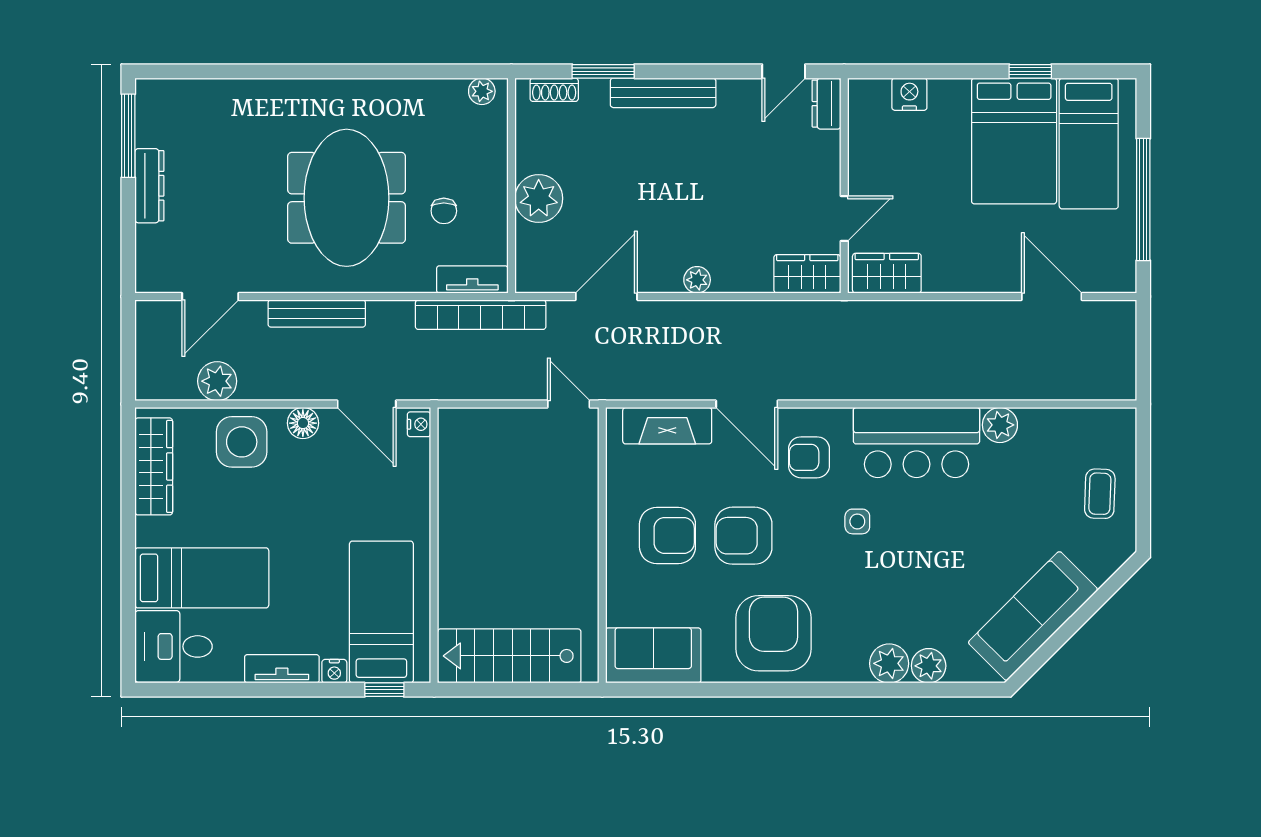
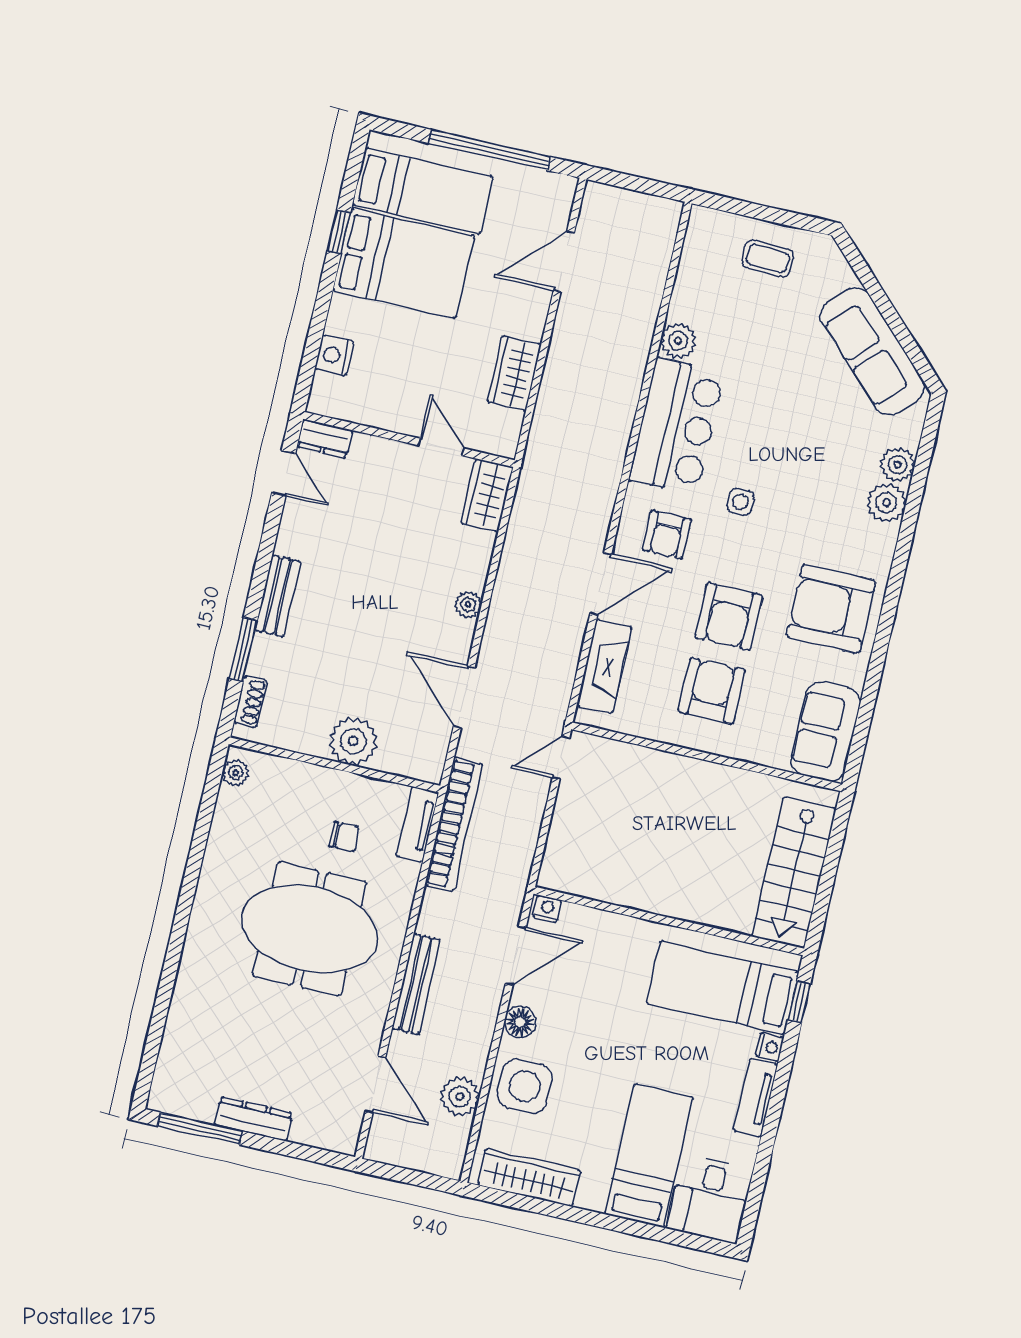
bench: (663, 93) -> (278, 596), width x0.73
wardrobe: (887, 273) -> (514, 373), moved

